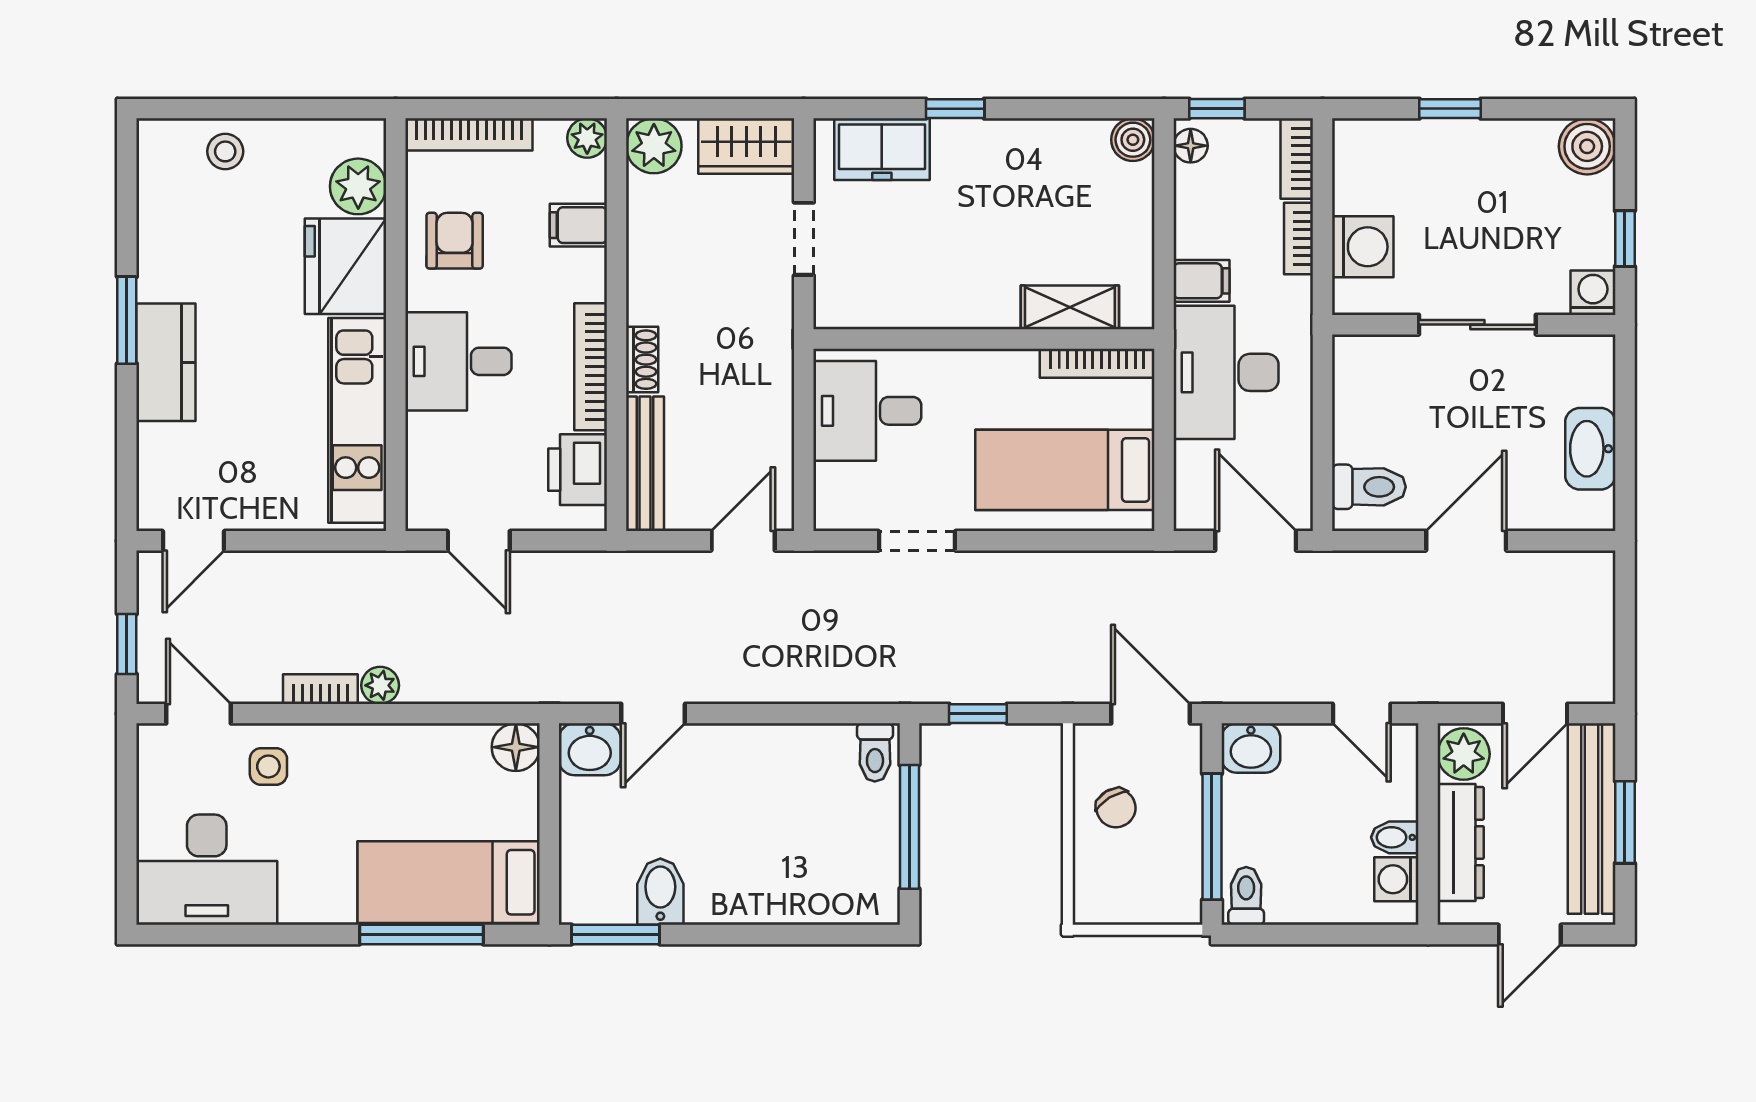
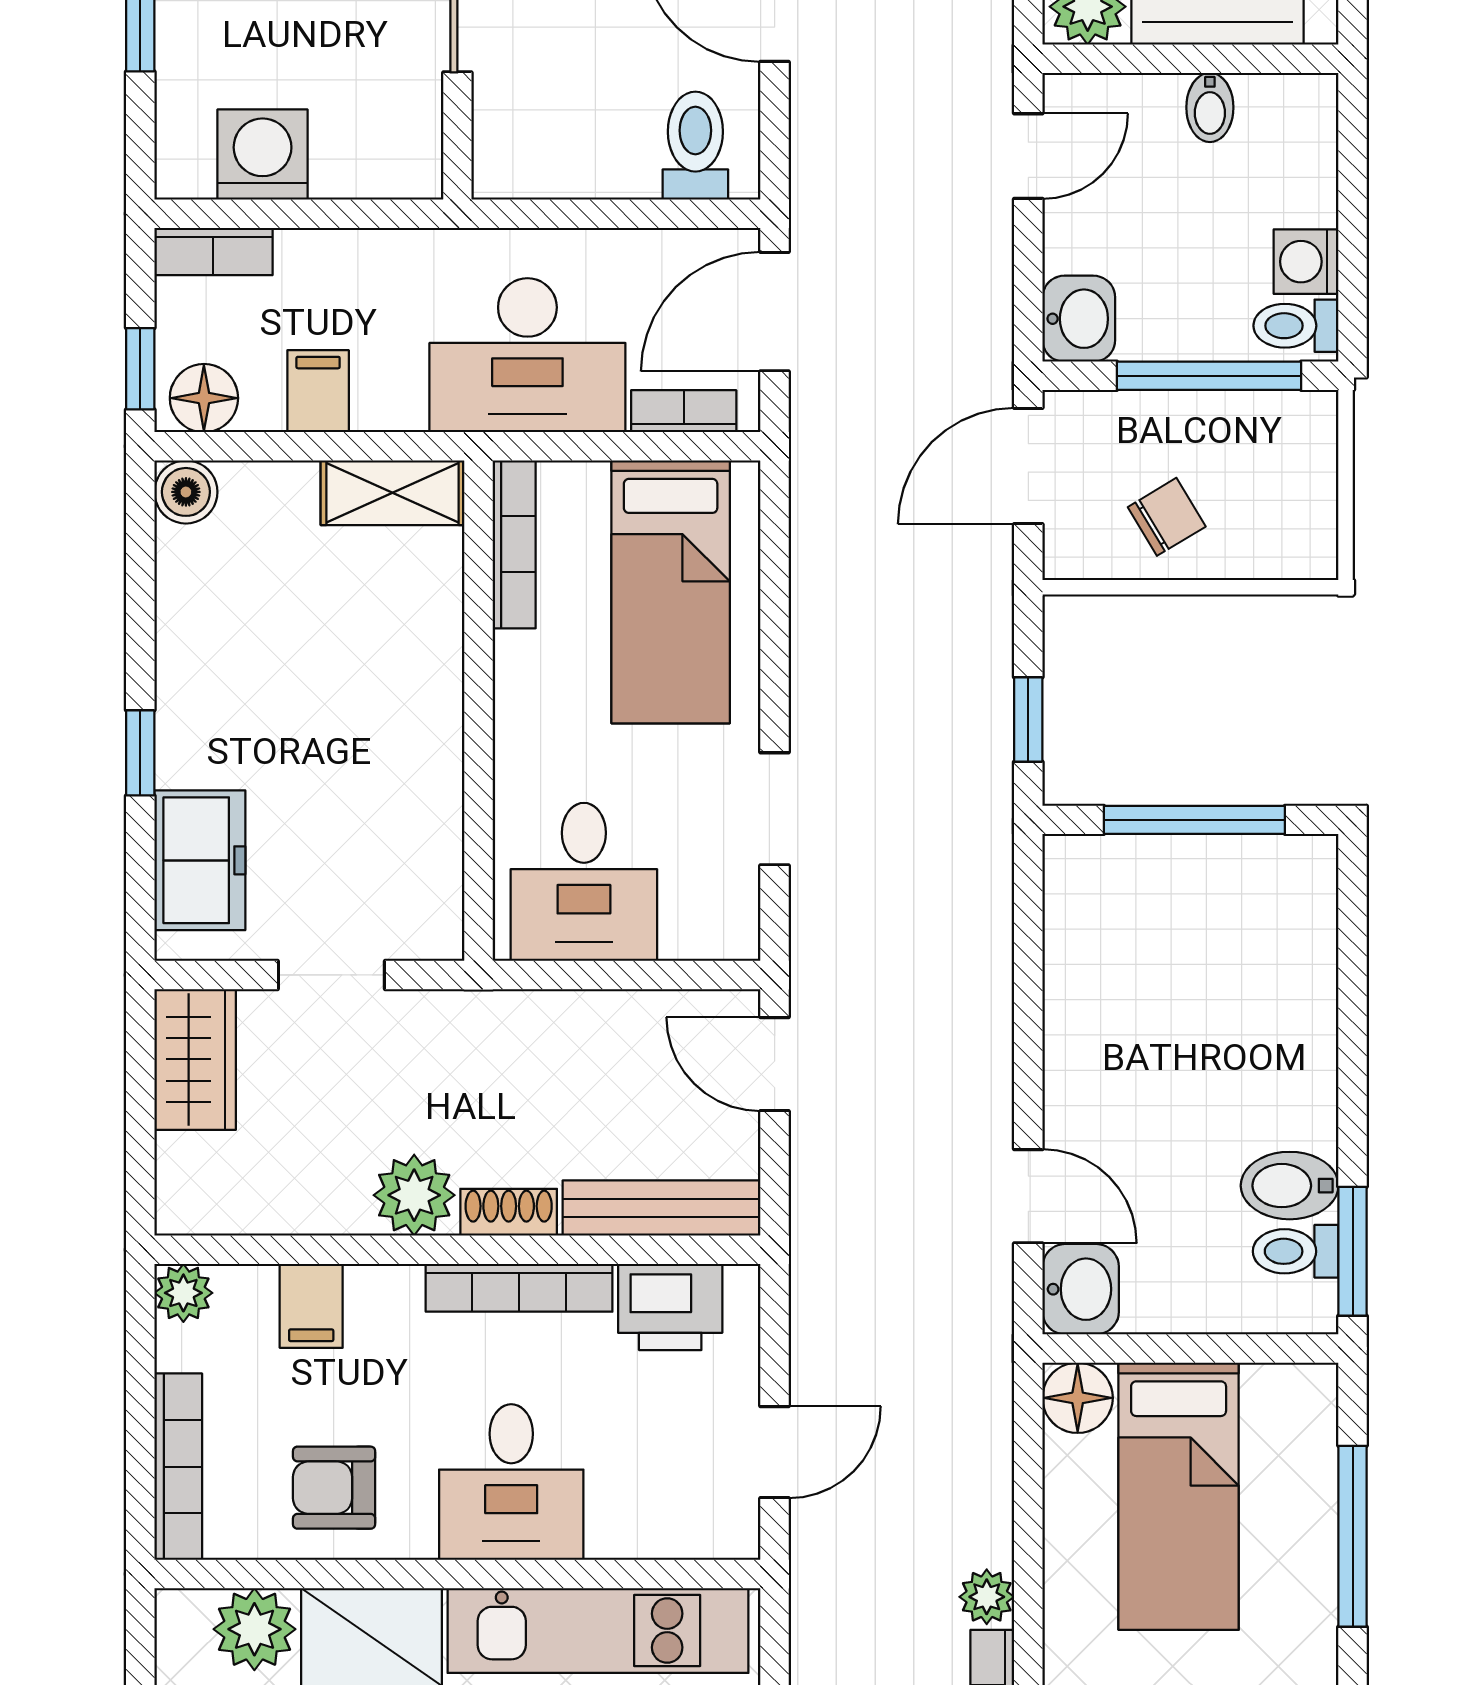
plant: (654, 146) -> (414, 1195), moved
floor lamp: (1191, 146) -> (204, 398), width x1.37, depth x1.37
bookcase: (1298, 238) -> (684, 411), moved, turned 180
washing machine: (1363, 247) -> (263, 155), moved
filing cabinet: (1202, 281) -> (318, 391), moved
shelving: (1070, 307) -> (393, 493), moved, turned 90
toilet: (875, 752) -> (1296, 1251), moved, turned 180
washing machine: (1396, 879) -> (1306, 262), moved, turned 90
bed: (449, 882) -> (1179, 1496), moved

